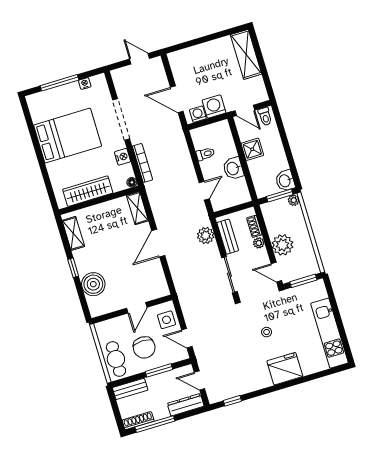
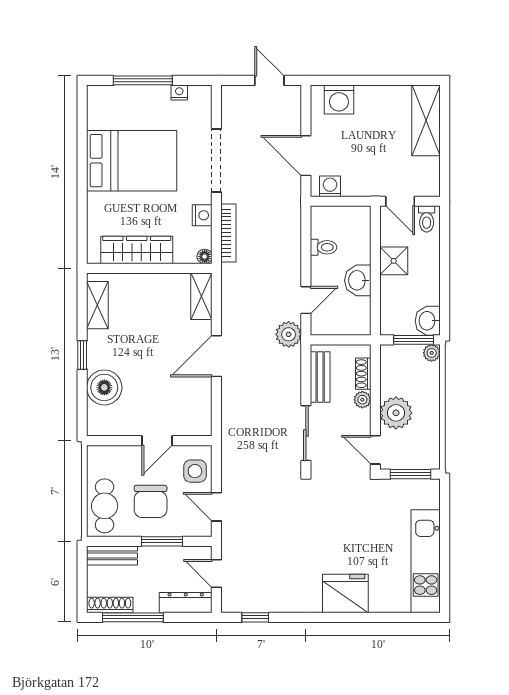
washing machine: (214, 106) -> (339, 100), moved, turned 180
plant: (206, 236) -> (289, 334), moved
stool: (267, 332) -> (335, 532), removed

